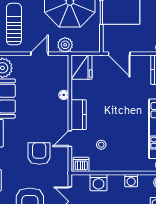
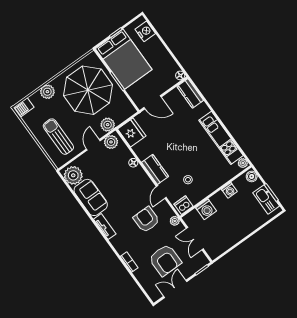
plant: (57, 62) -> (111, 142), added
plant: (63, 173) -> (175, 221), added

